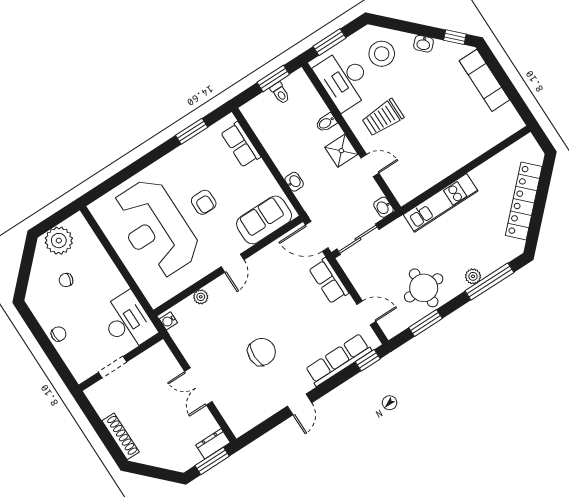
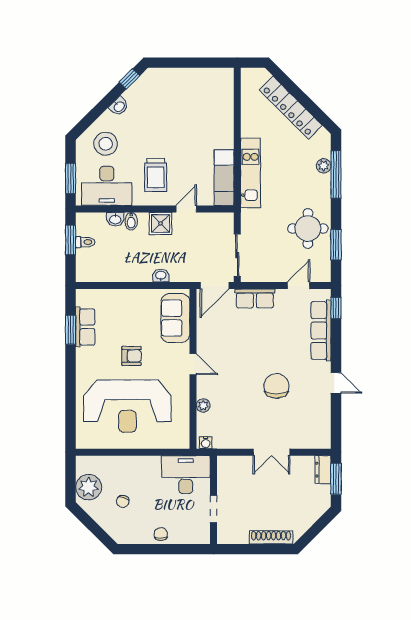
exam couch: (485, 80) -> (224, 178), moved, turned 90
row of seats: (241, 145) -> (85, 327), moved, turned -90
washbasin: (383, 207) -> (115, 219), moved
plant: (473, 276) -> (324, 166), moved

